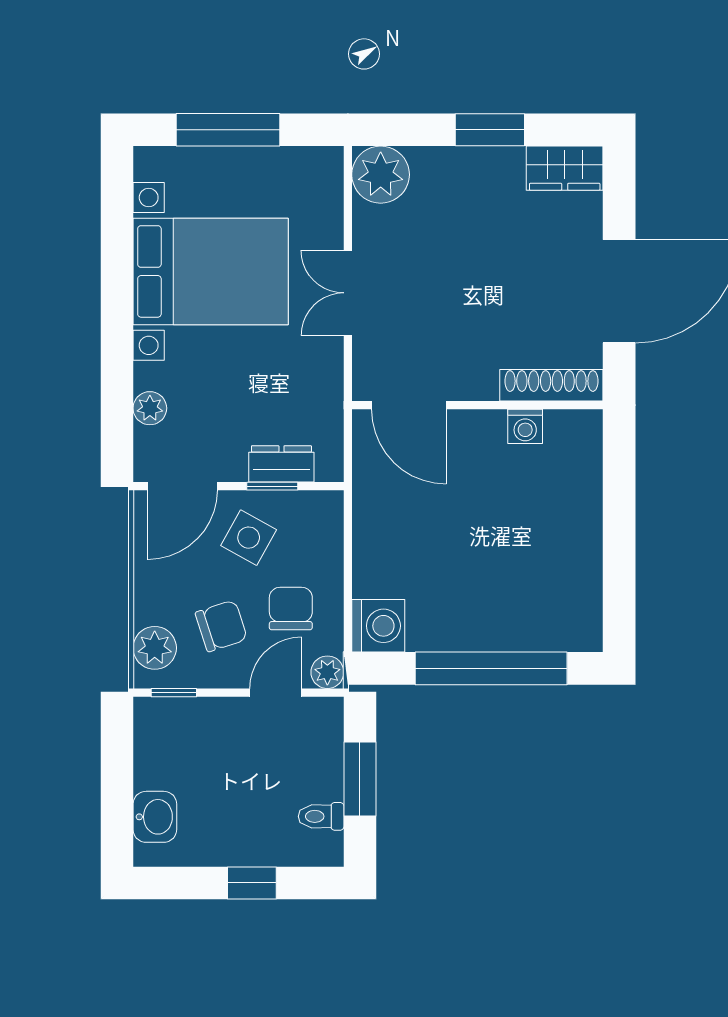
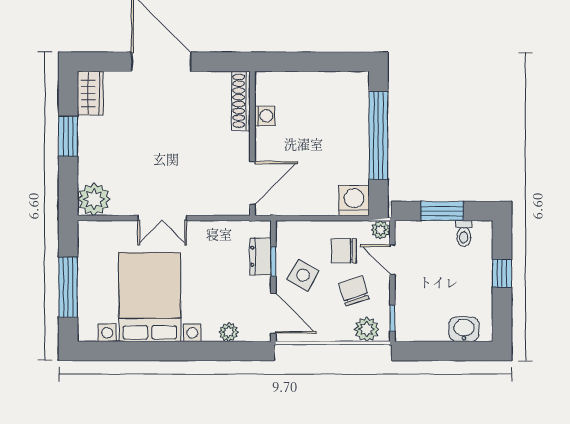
shoe rack: (551, 385) -> (241, 101), moved
door: (409, 405) -> (252, 183), moved
wall: (477, 405) -> (252, 143), moved
washing machine: (525, 426) -> (265, 116), moved

